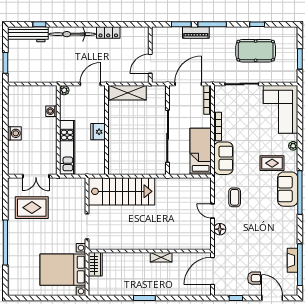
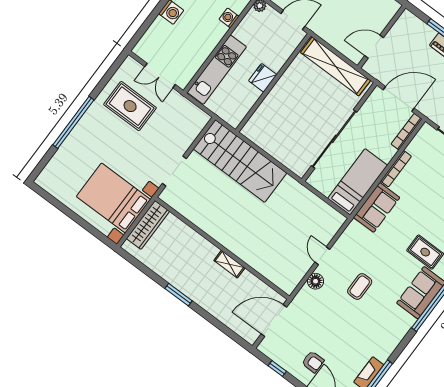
shelving: (128, 93) -> (335, 66), width x1.47
coffee table: (235, 197) -> (360, 286), moved
wardrobe: (95, 264) -> (148, 225), width x1.50

